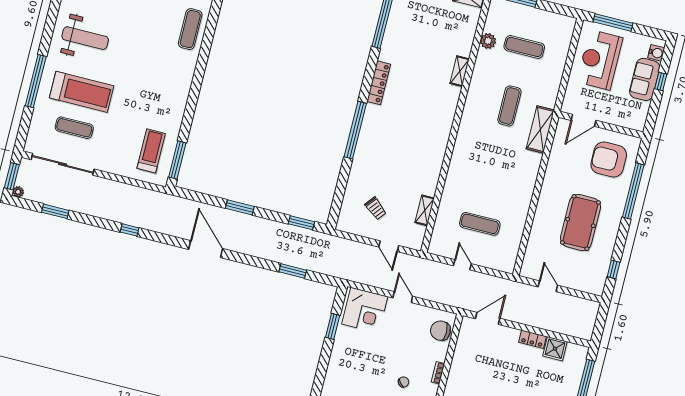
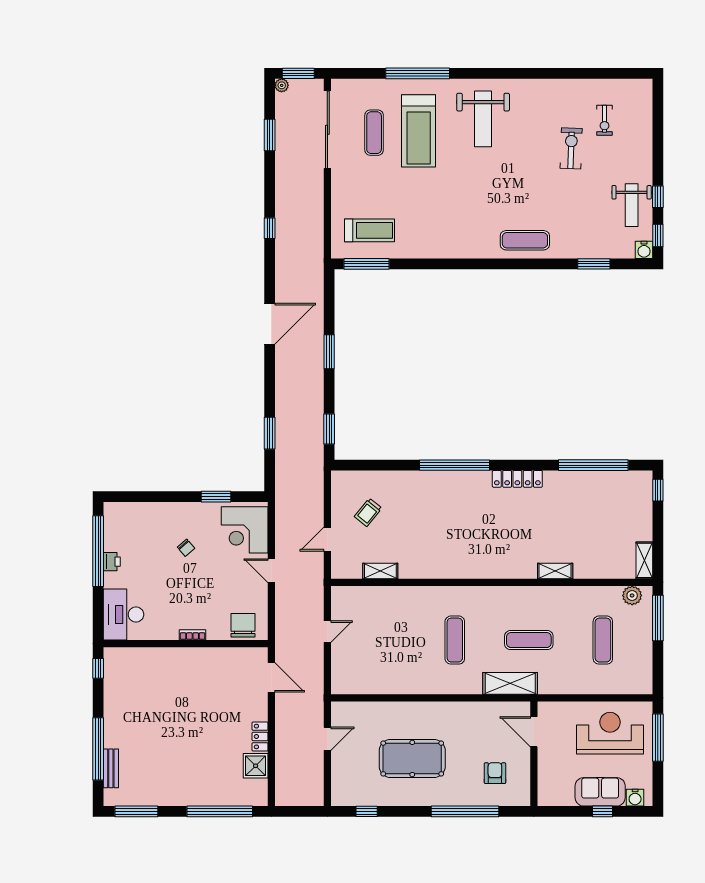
plant: (488, 41) -> (632, 596), moved
armchair: (609, 160) -> (495, 773), width x0.53, depth x0.53
exercise mat: (480, 224) -> (455, 640), moved
door: (403, 297) -> (271, 571), swing flipped
chair: (404, 382) -> (186, 548), moved

